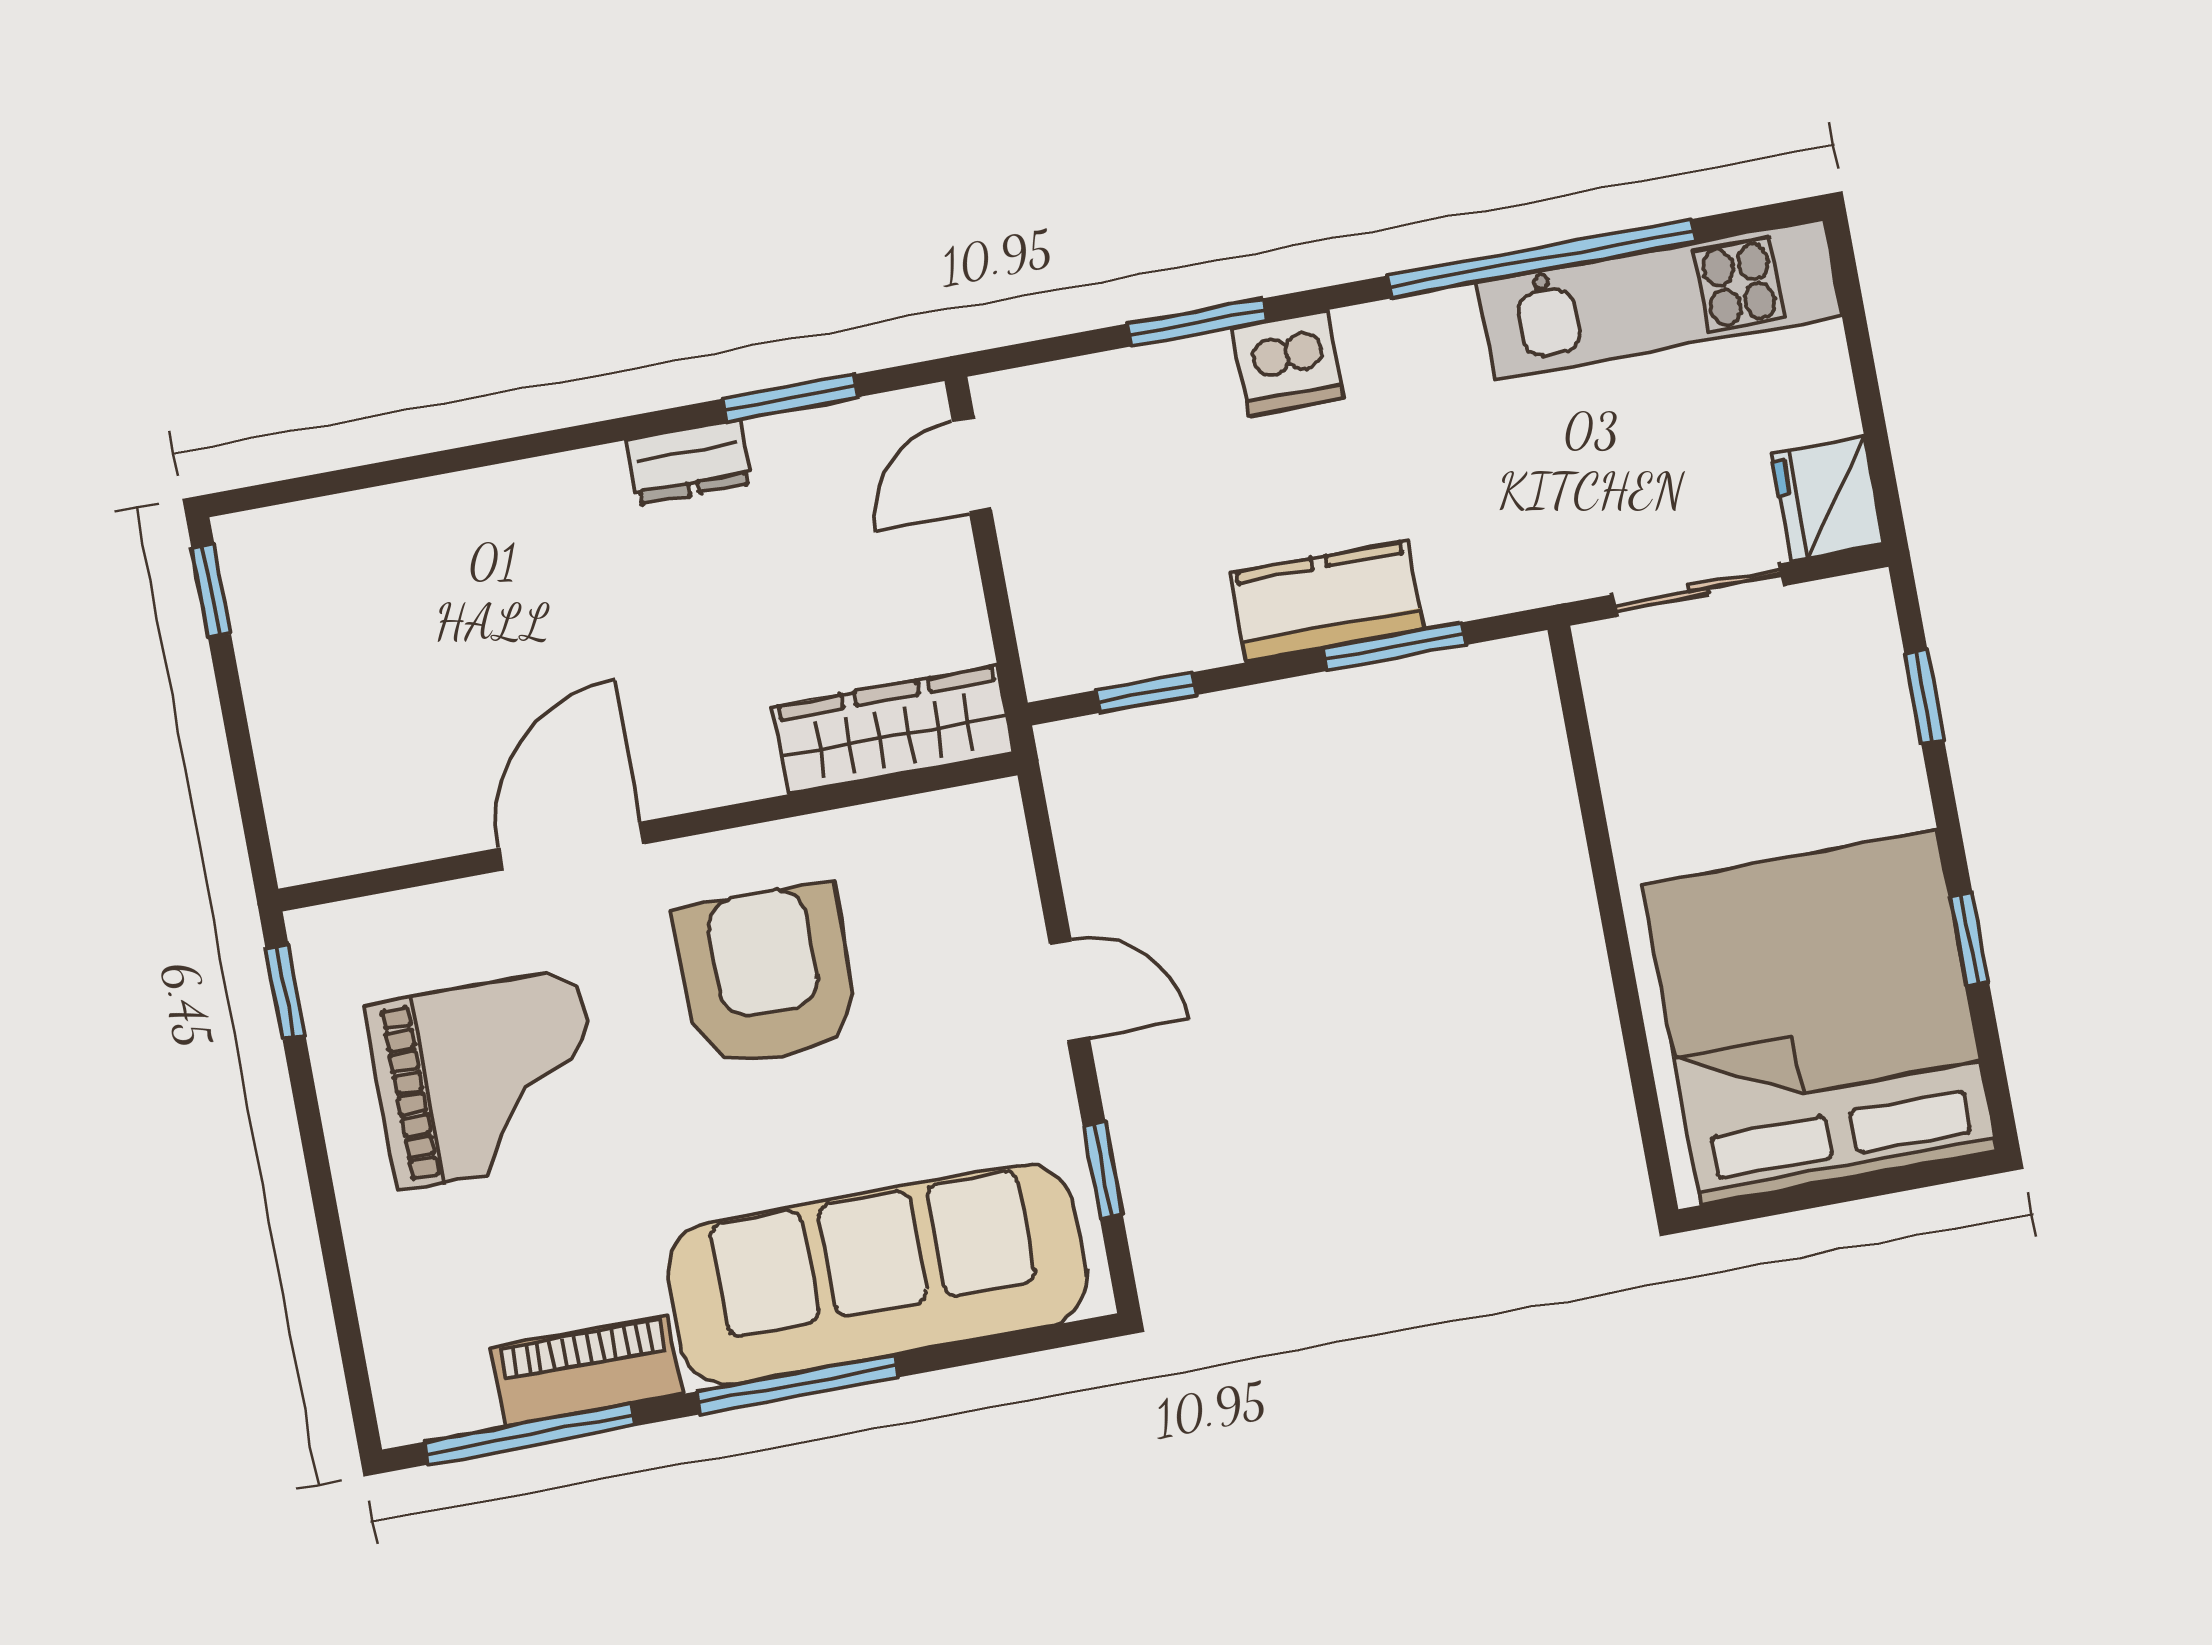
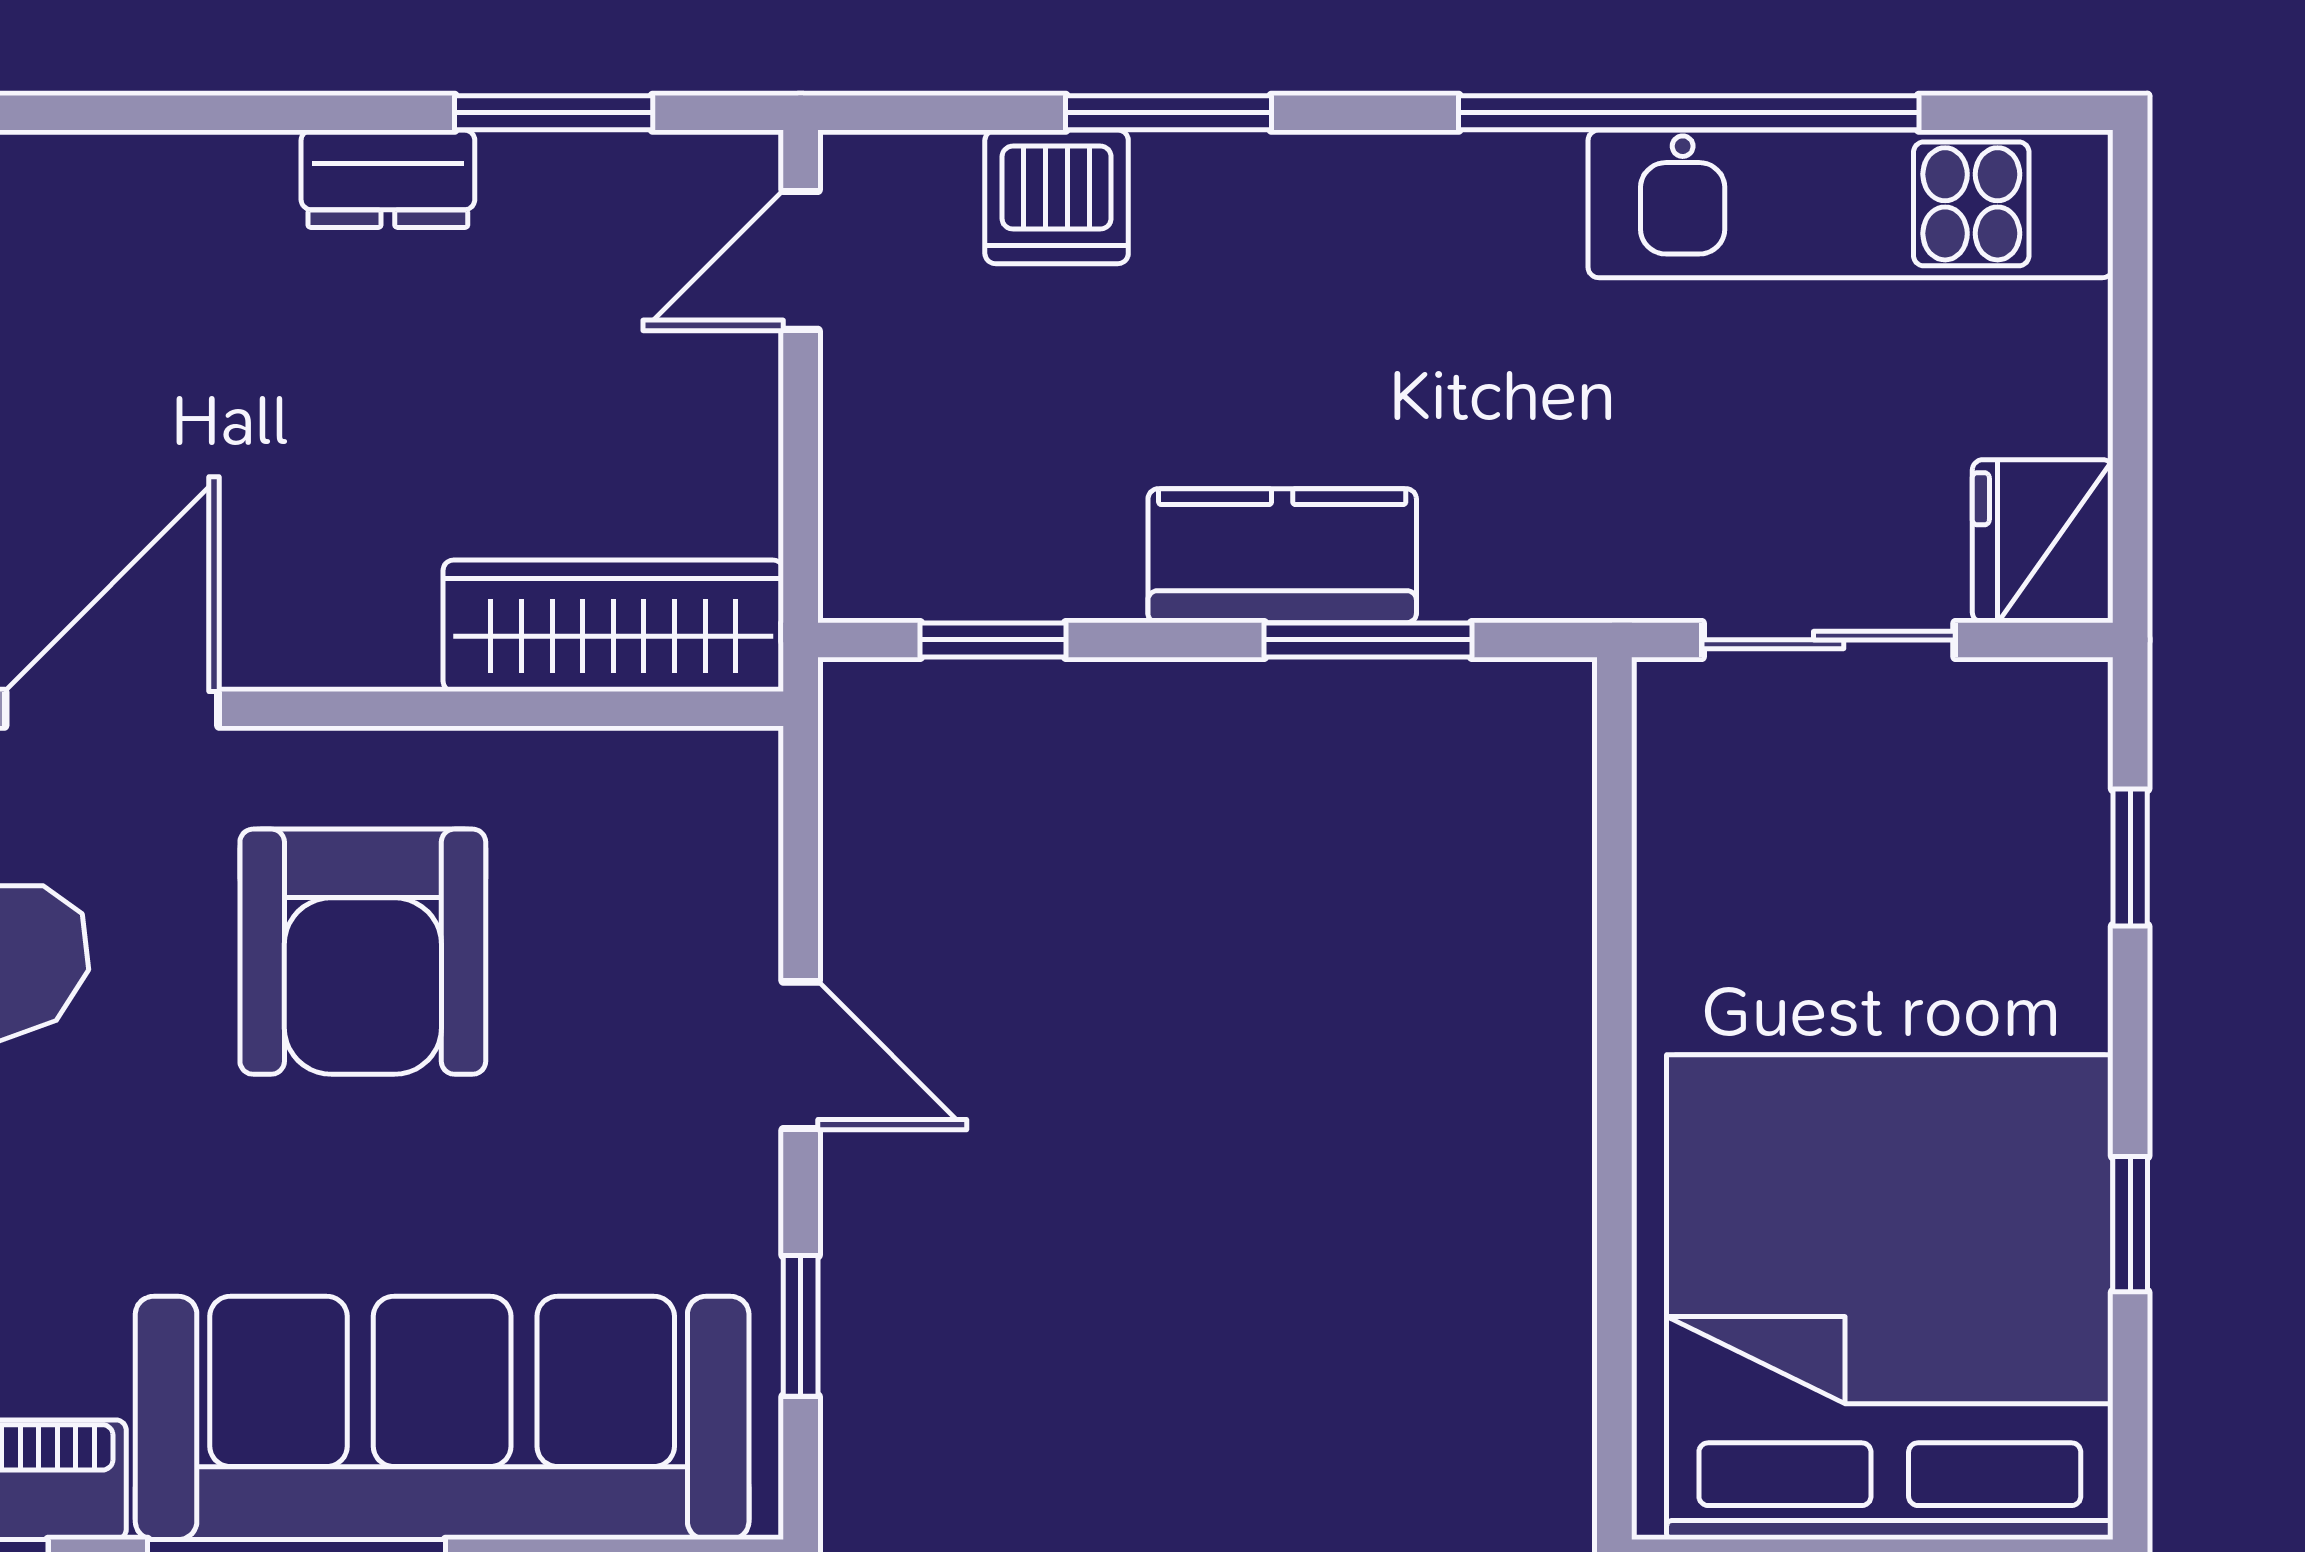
dishwasher: (1288, 363) -> (1057, 197), moved
armchair: (767, 976) -> (363, 952), turned 180

